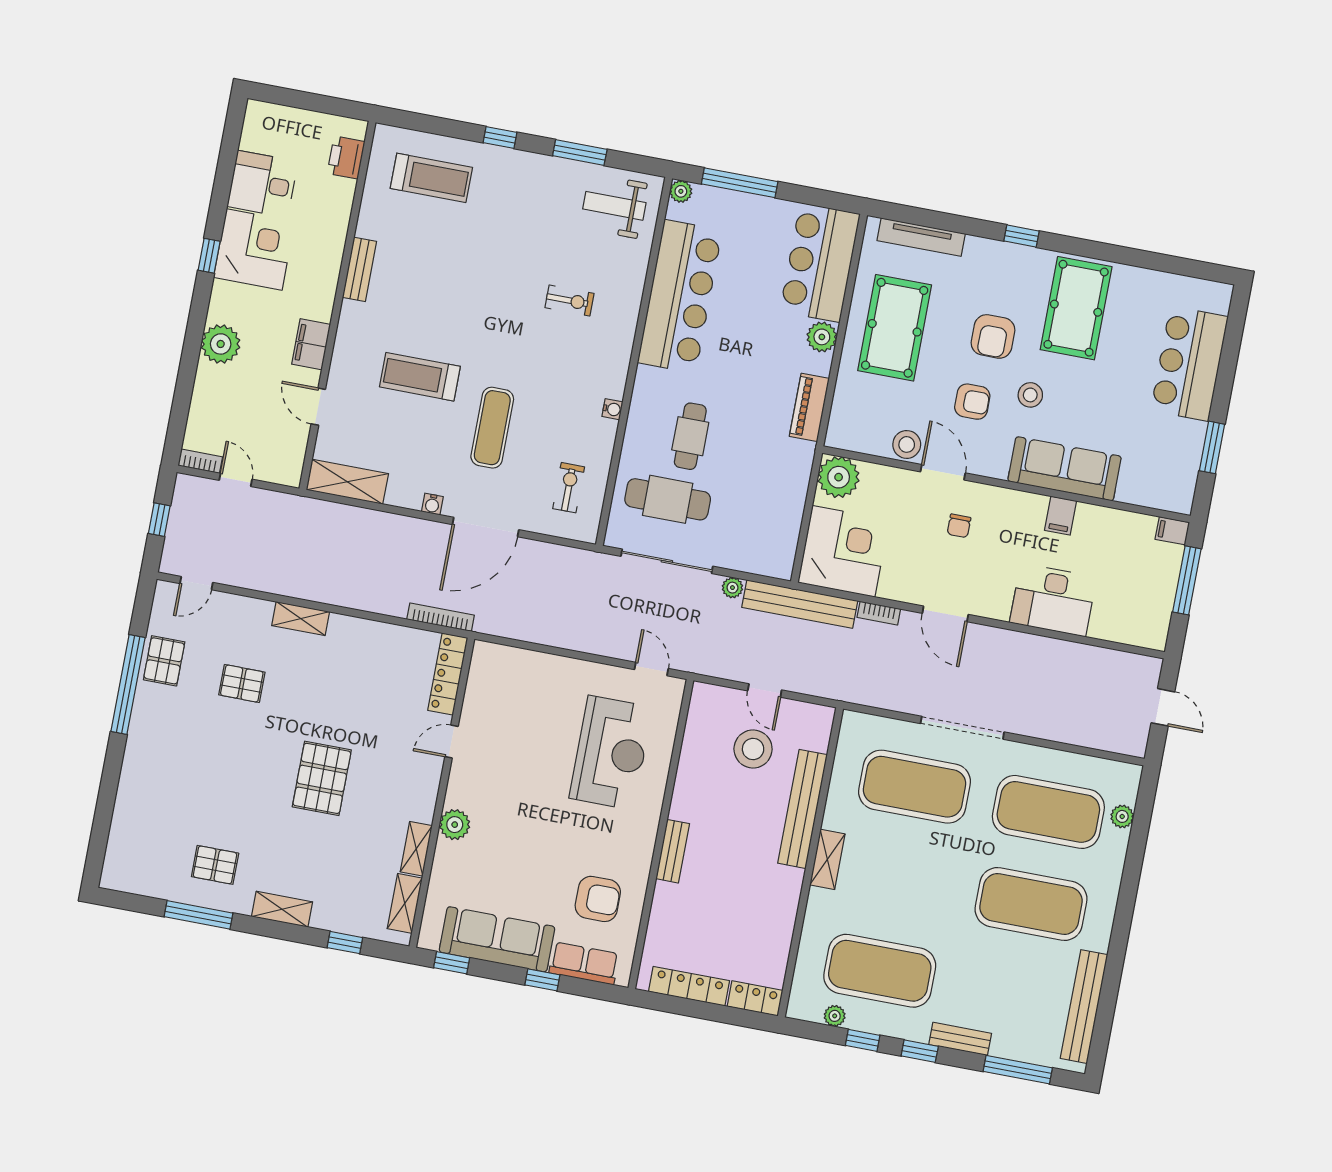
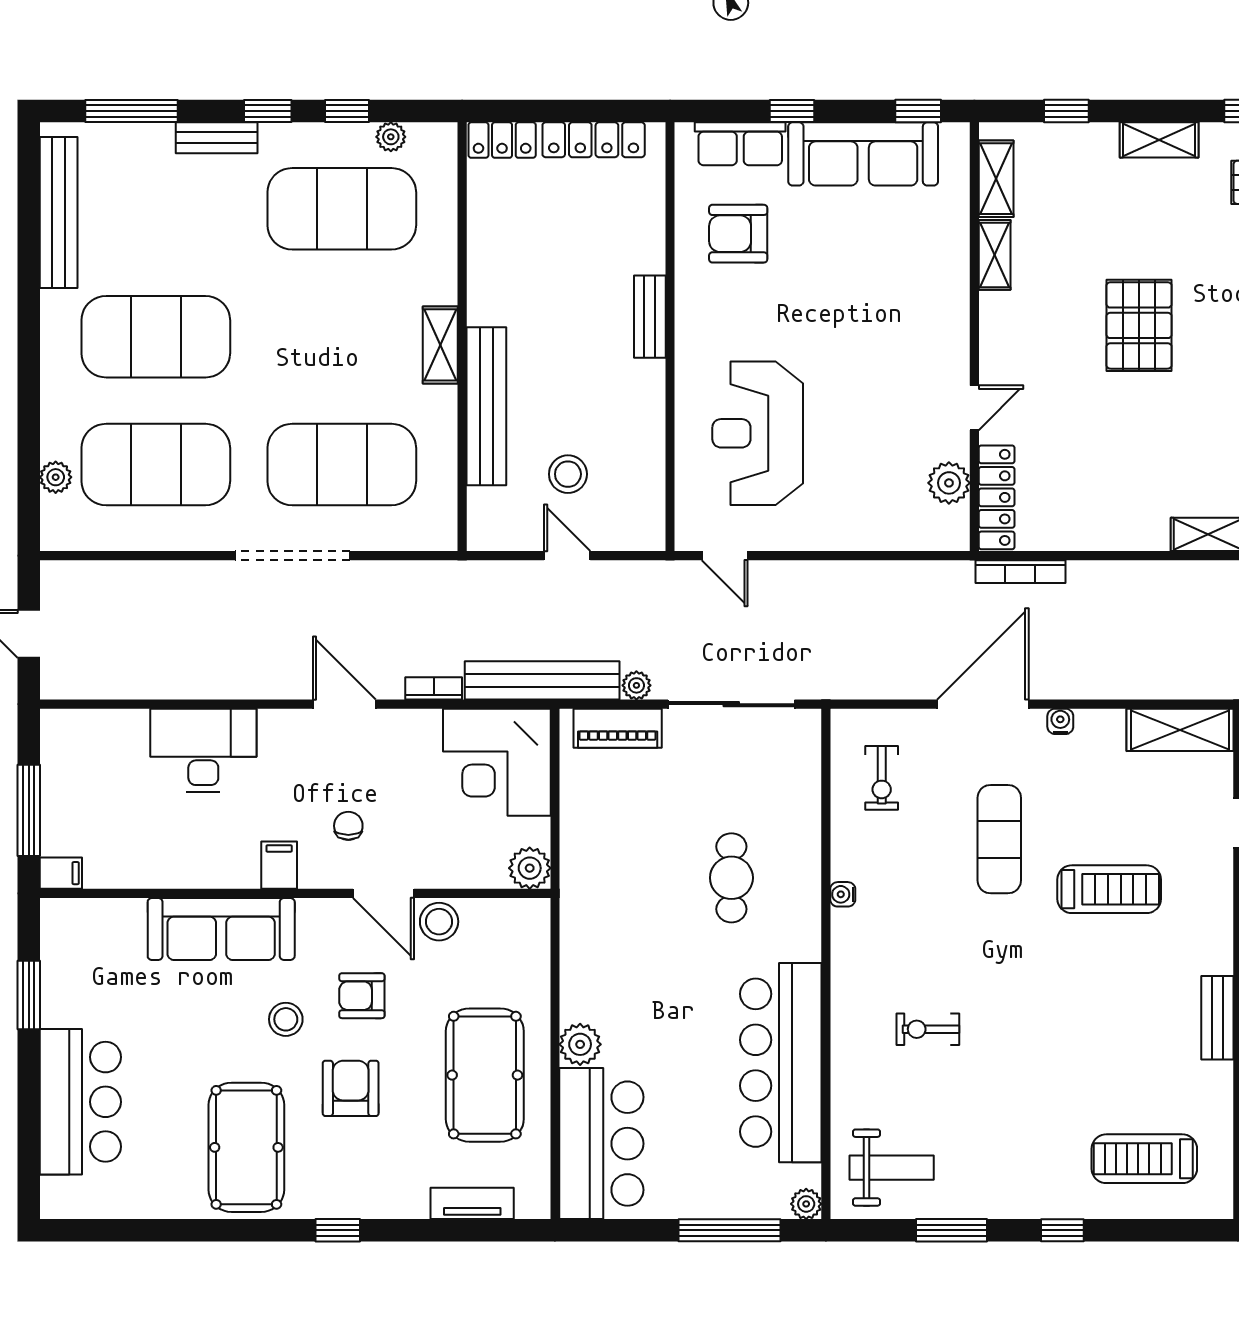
tv unit: (921, 237) -> (472, 1203), width x0.71
piano: (809, 407) -> (618, 728), moved, turned 90
plant: (839, 477) -> (530, 868), width x0.73, depth x0.73
cafe table: (668, 499) -> (746, 787), removed
filing cabinet: (1061, 516) -> (279, 865), moved
stool: (753, 749) -> (568, 474), width x0.73, depth x0.73
plant: (455, 825) -> (949, 483), moved

